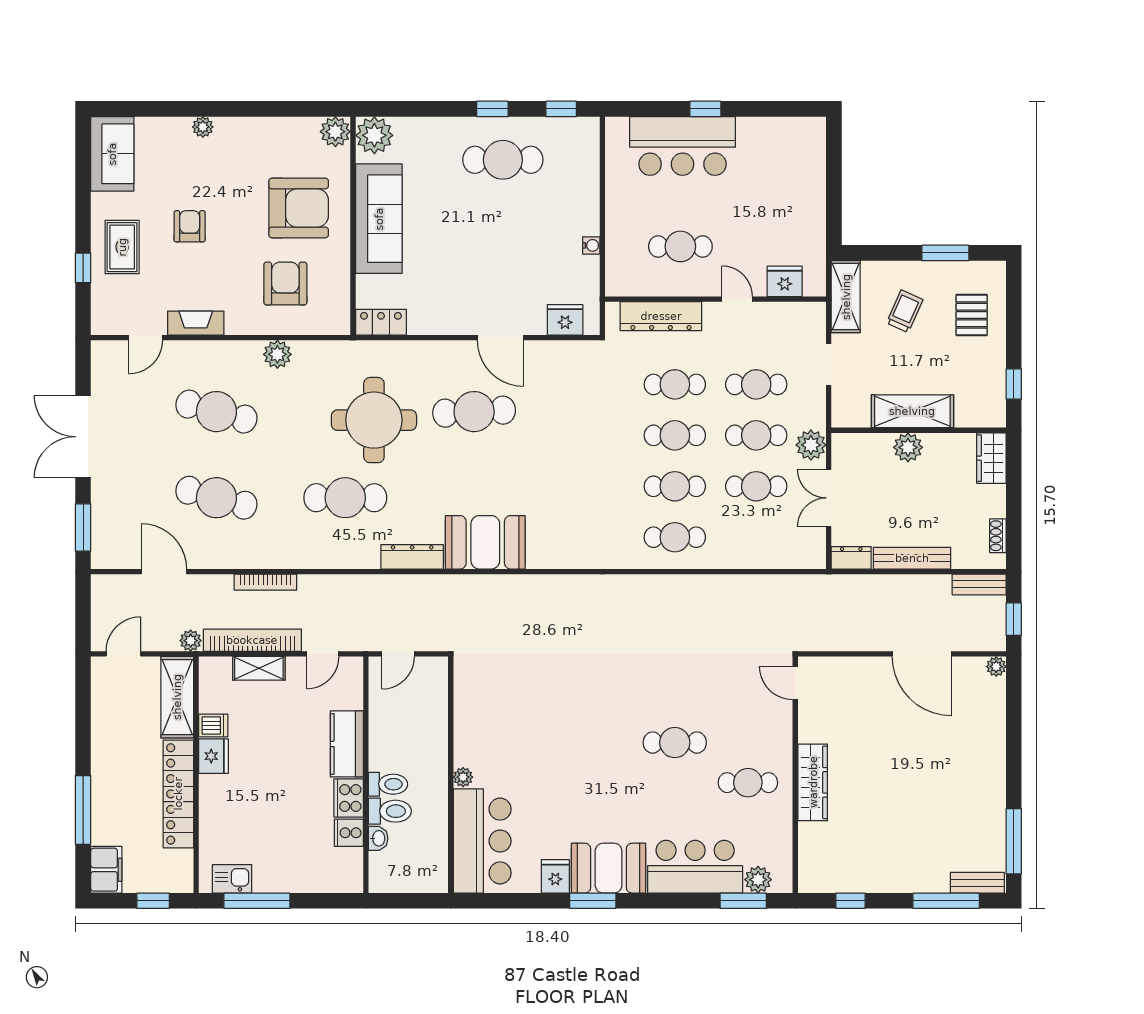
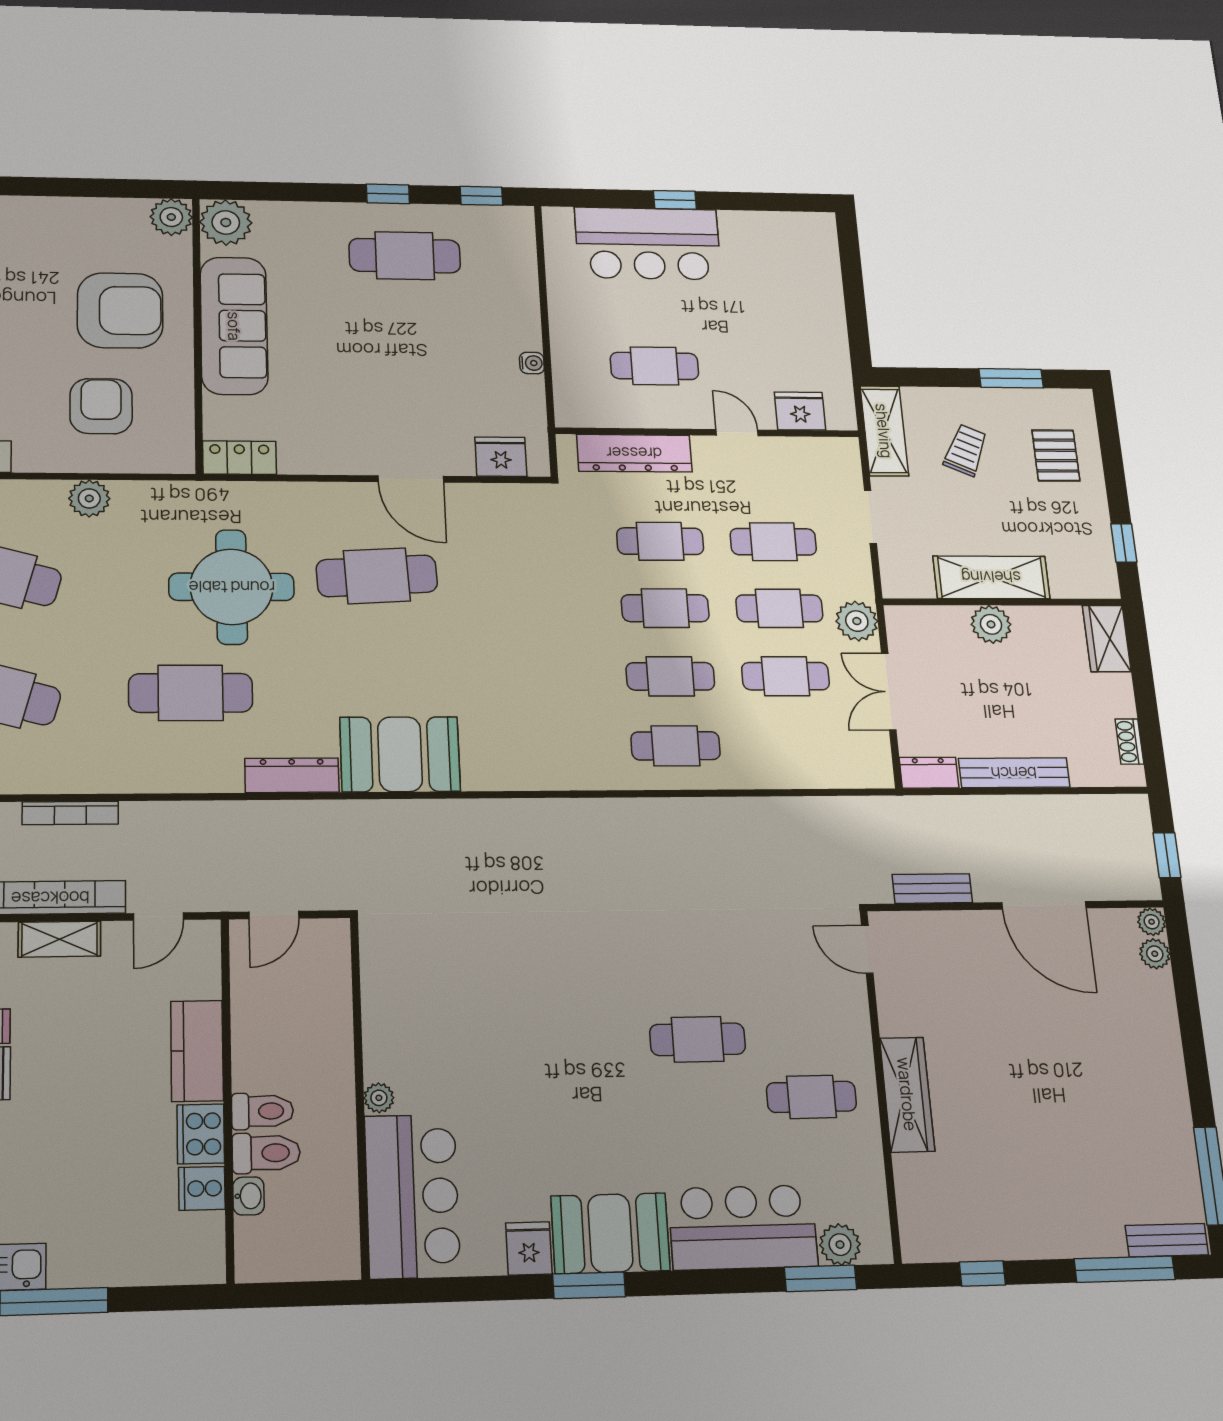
bench: (979, 584) -> (932, 889), moved
plant: (995, 689) -> (1155, 954), added

